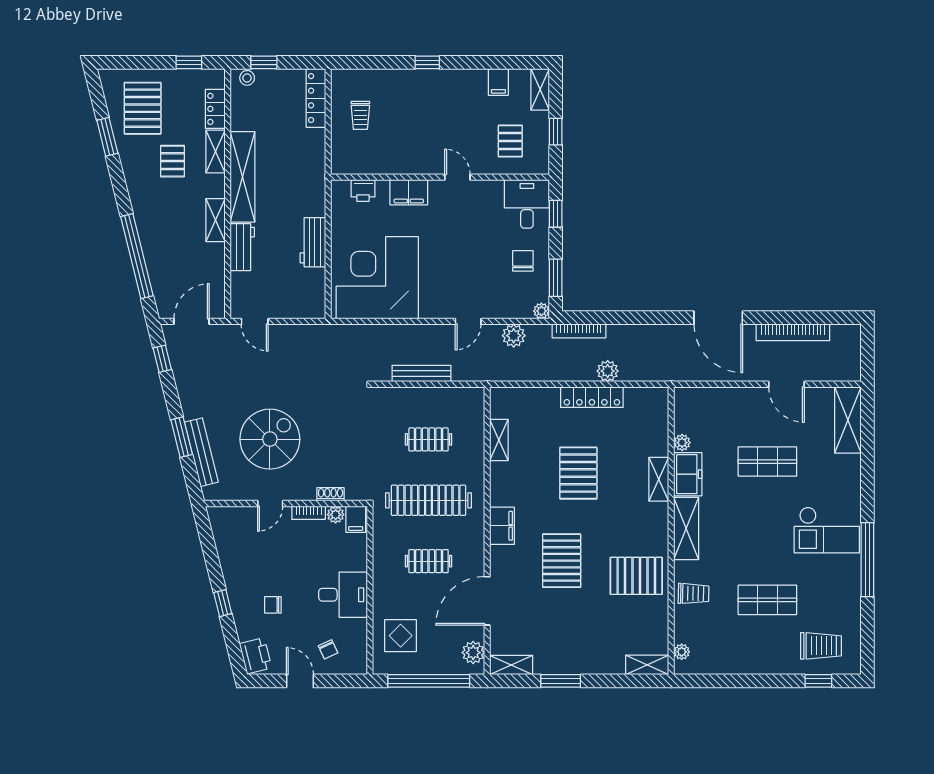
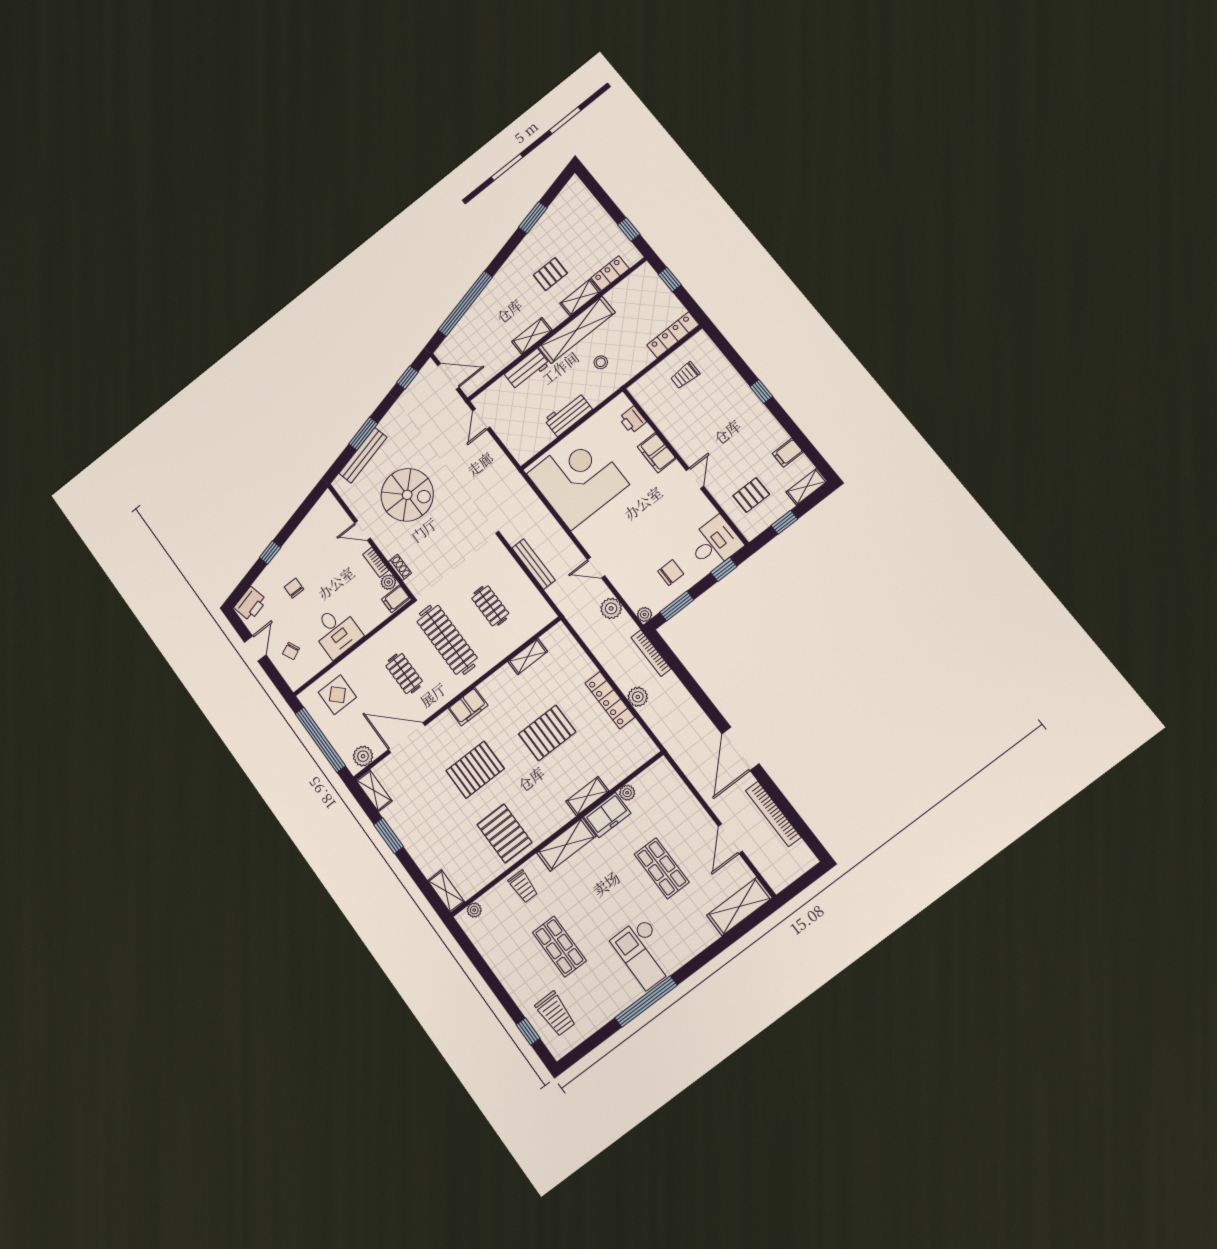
stool: (247, 78) -> (601, 362), moved
pallet: (143, 108) -> (572, 225), removed

